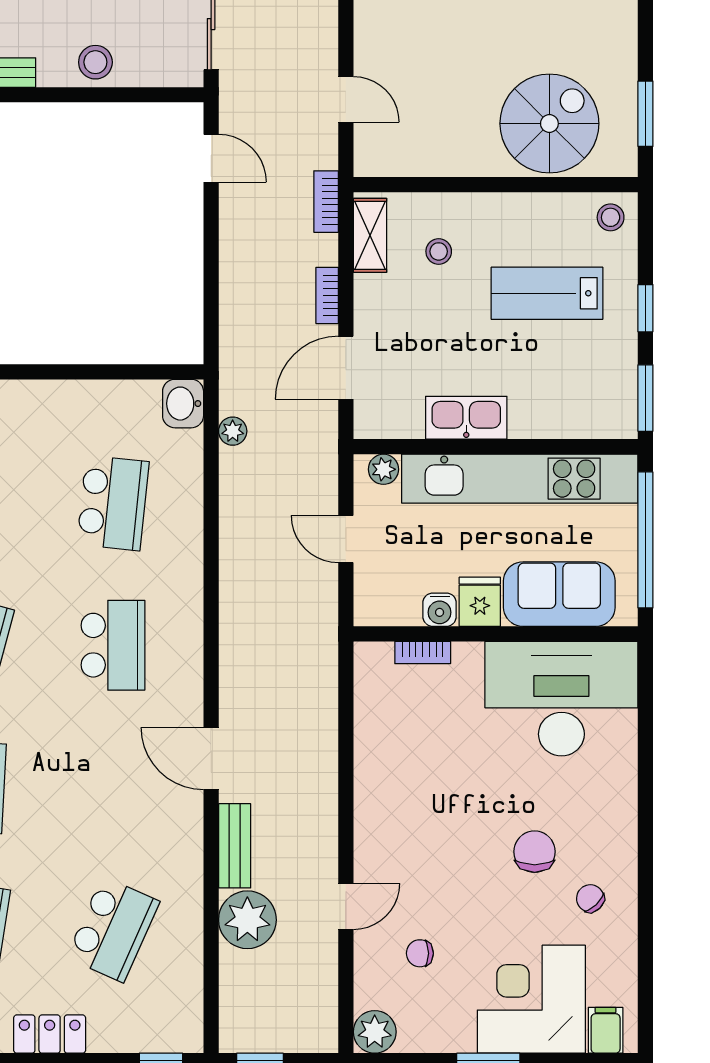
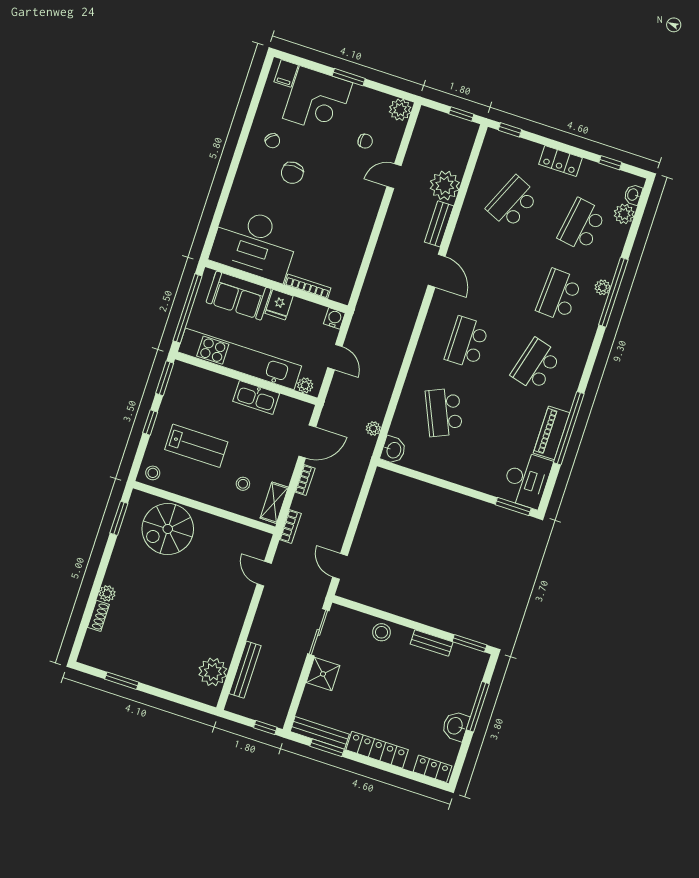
school desk: (113, 503) -> (444, 412), turned -30
water cooler: (440, 610) -> (334, 318), moved
bookcase: (423, 653) -> (308, 286), width x1.56

